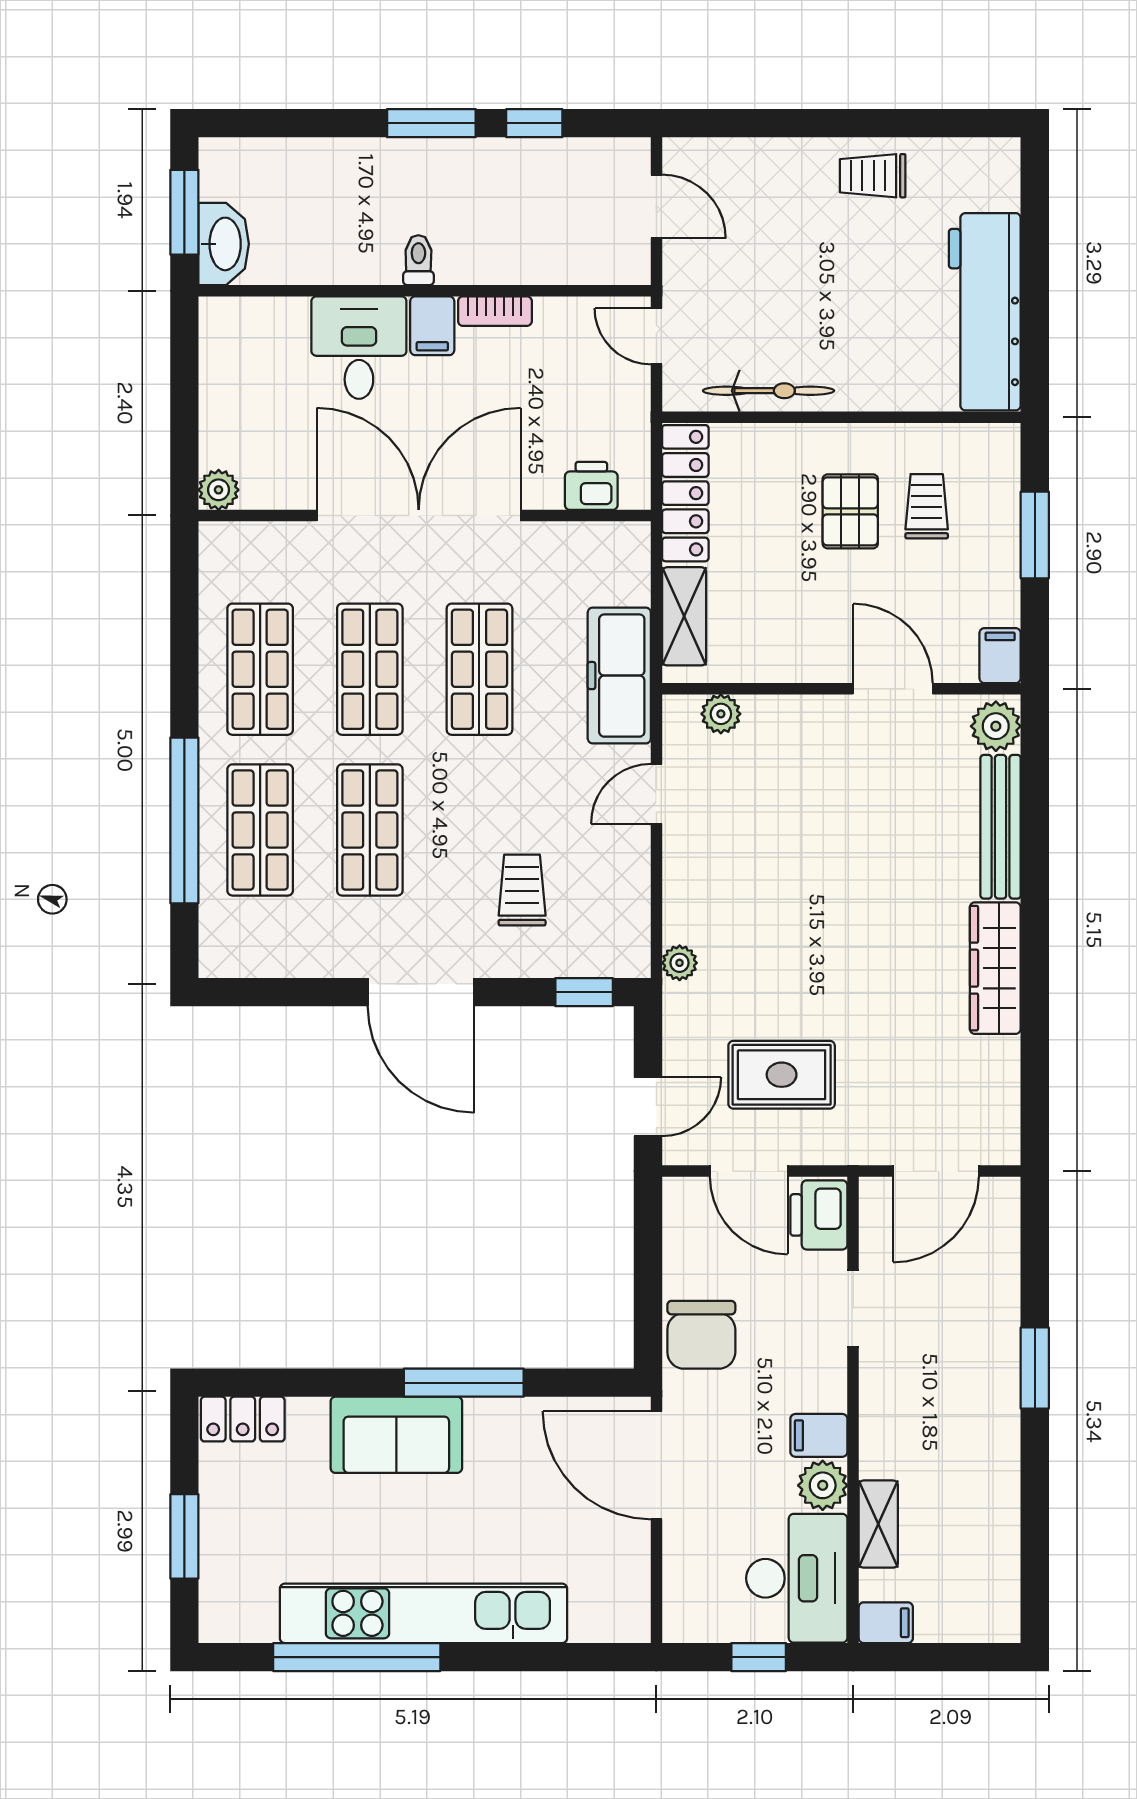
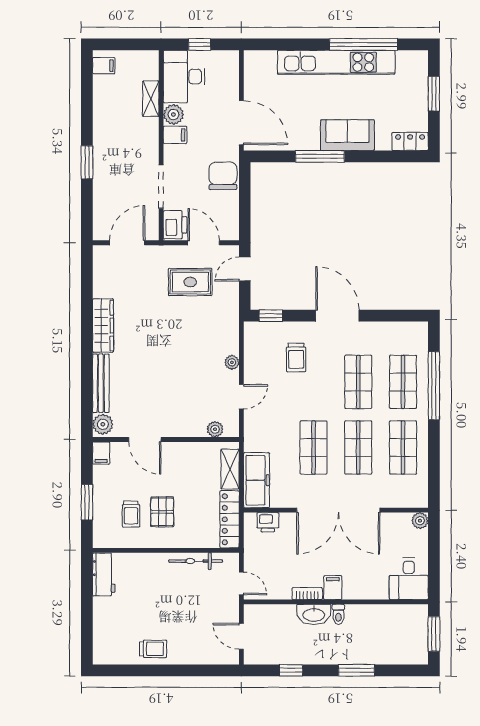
window: (431, 123) -> (356, 670), moved
washbasin: (224, 244) -> (314, 614), moved, turned -90
workbench: (985, 312) -> (104, 575), width x0.53, depth x0.76
desk: (359, 348) -> (409, 579), moved
freezer: (619, 676) -> (256, 480), moved
plant: (680, 963) -> (232, 362), moved
doorway: (853, 1309) -> (161, 187), width x1.38
filing cabinet: (886, 1623) -> (104, 66), moved, turned 180

